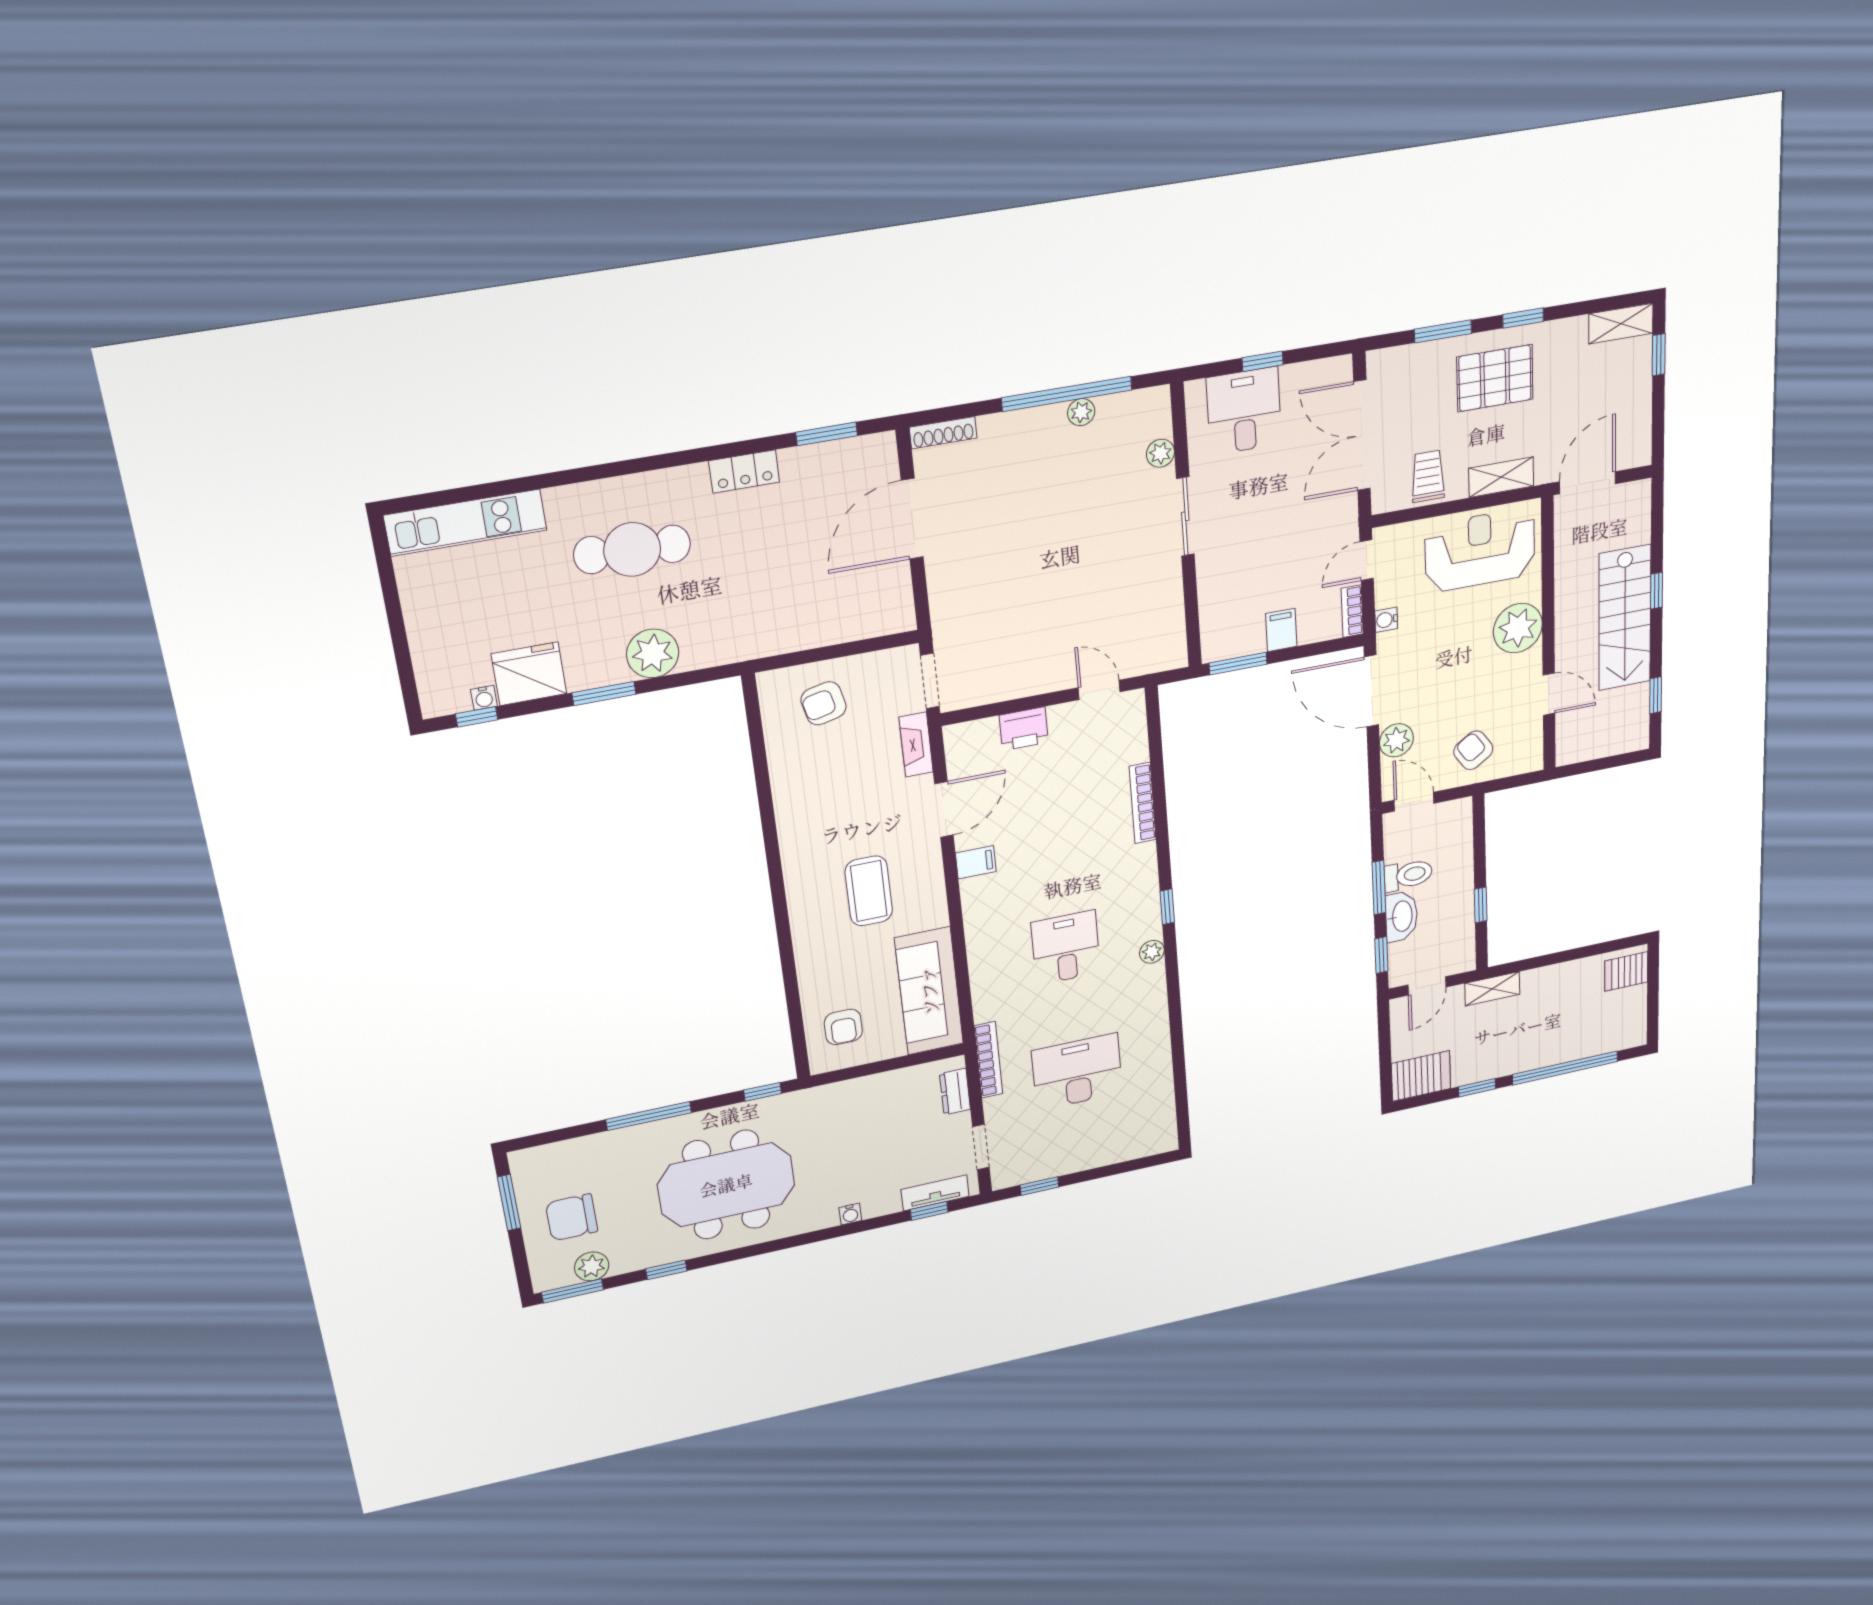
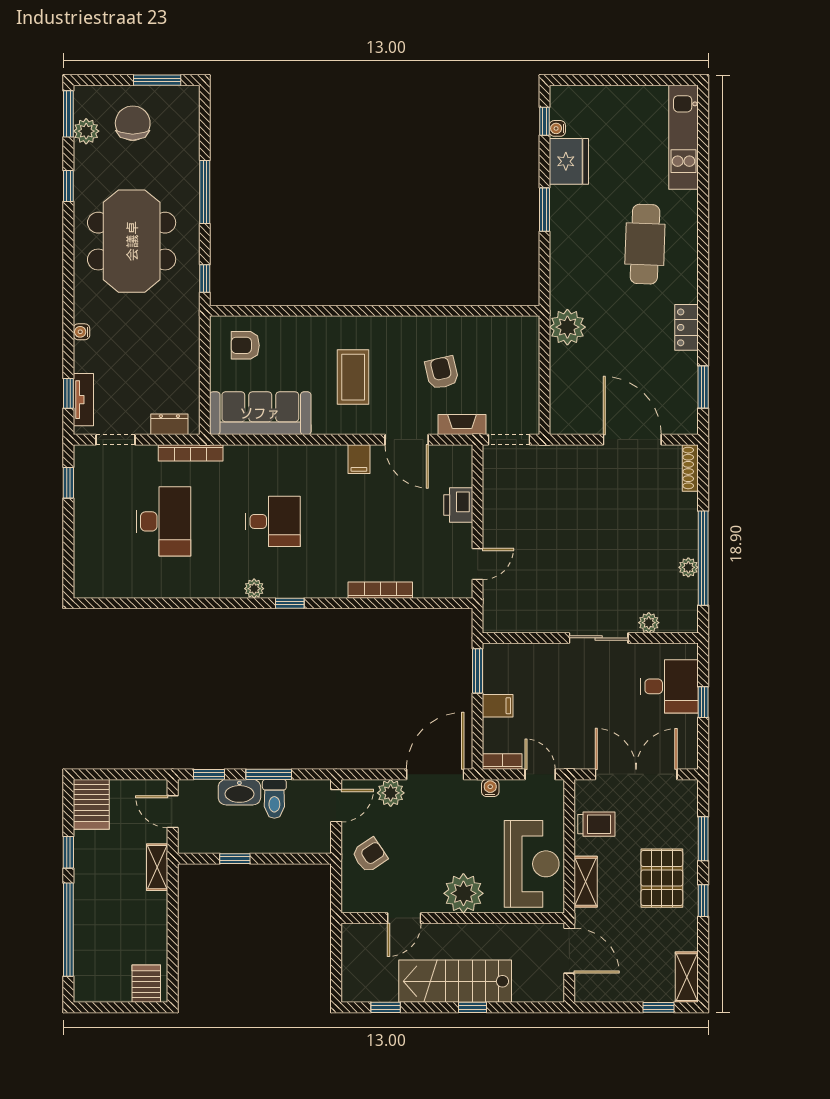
plant: (653, 653) -> (567, 327), moved
armchair: (824, 703) -> (442, 373), moved
coffee table: (869, 891) -> (353, 377), turned 90

